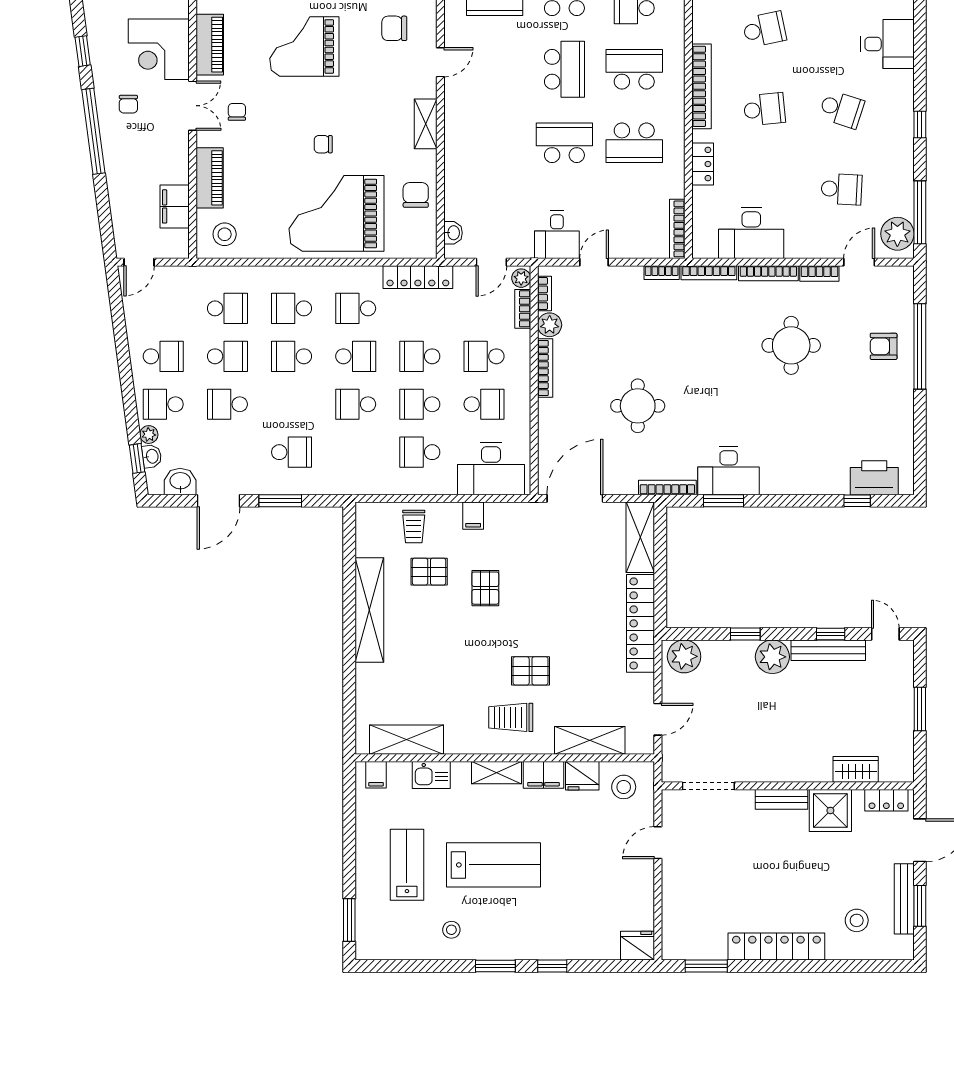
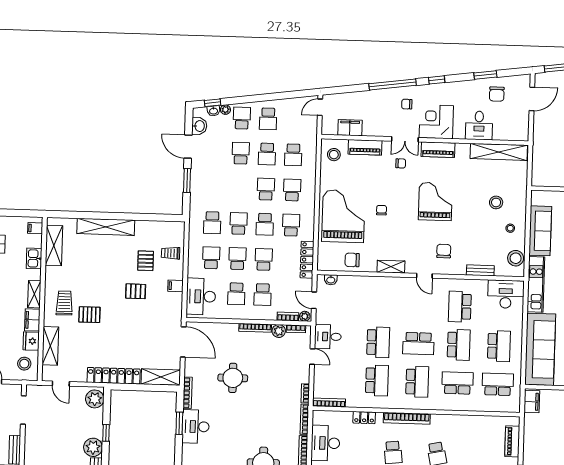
school desk: (634, 143) -> (377, 381), turned 180
chair: (416, 195) -> (352, 260), turned 180
door: (139, 262) -> (320, 107), hinge flipped
school desk: (484, 356) -> (263, 295), turned 180
school desk: (292, 452) -> (212, 223), moved
shelving: (369, 610) -> (106, 227), moved
pallet: (531, 671) -> (89, 315), turned 90

